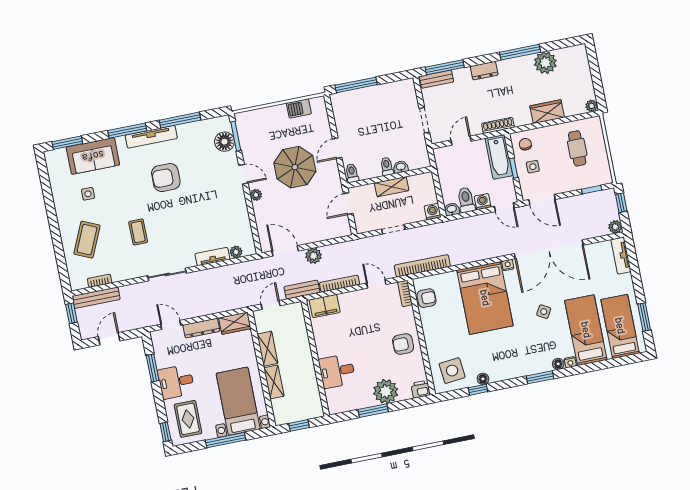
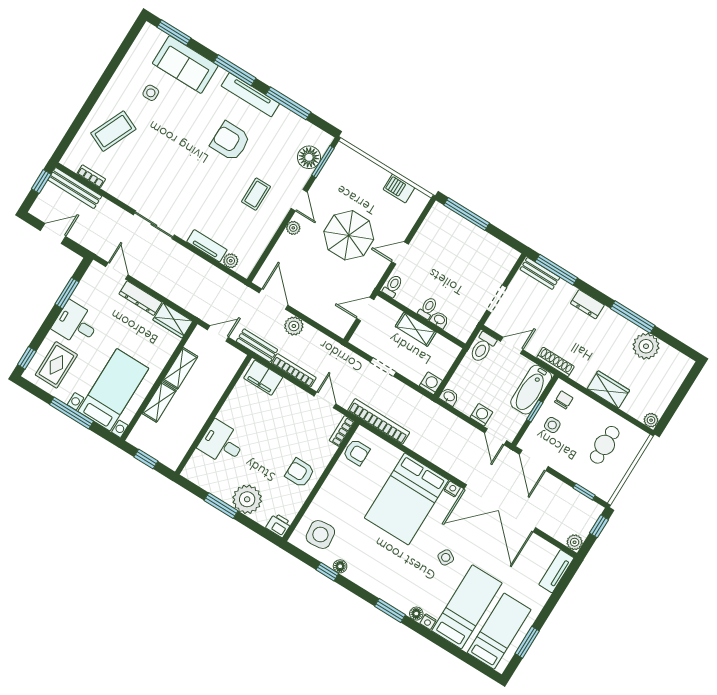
toilet: (466, 200) -> (483, 347), moved, turned 180
coffee table: (138, 232) -> (256, 194), moved

